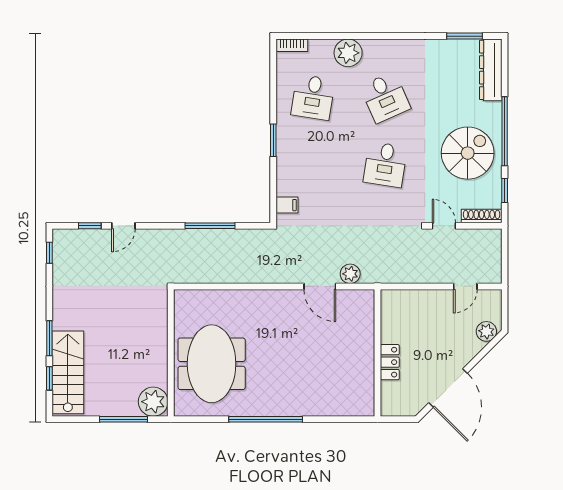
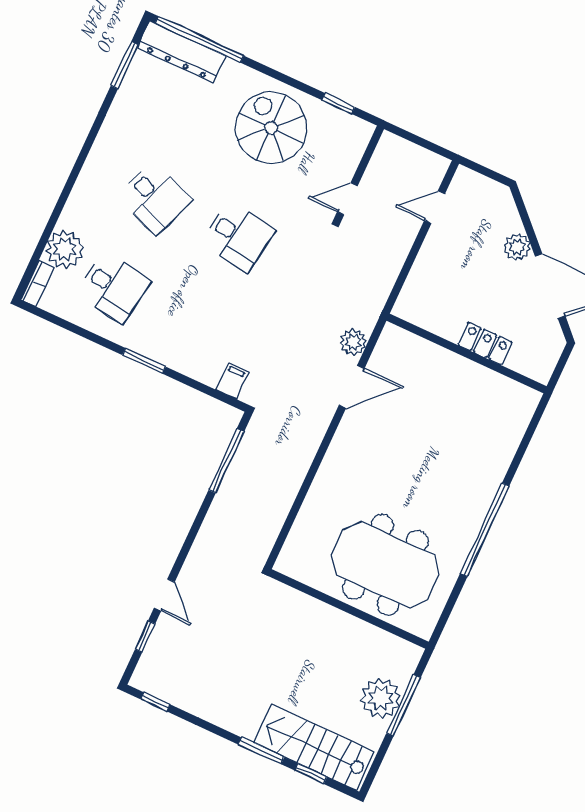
plant: (348, 53) -> (65, 249), moved
desk: (385, 97) -> (155, 198), turned 45
window: (505, 131) -> (199, 39), moved
shoe rack: (482, 216) -> (357, 147), removed
window: (210, 226) -> (226, 461), moved
door: (465, 286) -> (435, 207), swing flipped
plant: (486, 331) -> (517, 247), moved
plant: (153, 402) -> (380, 698), moved

